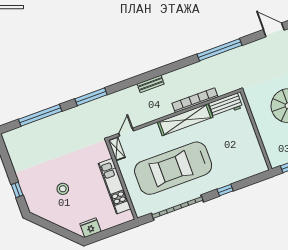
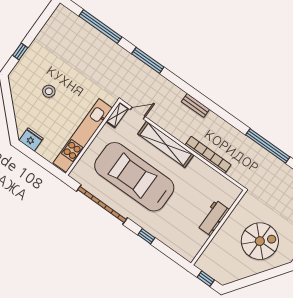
workbench: (226, 105) -> (213, 218), moved, turned 90
shelving: (185, 120) -> (166, 144), moved
kitchen unit: (114, 186) -> (83, 136), width x1.36

